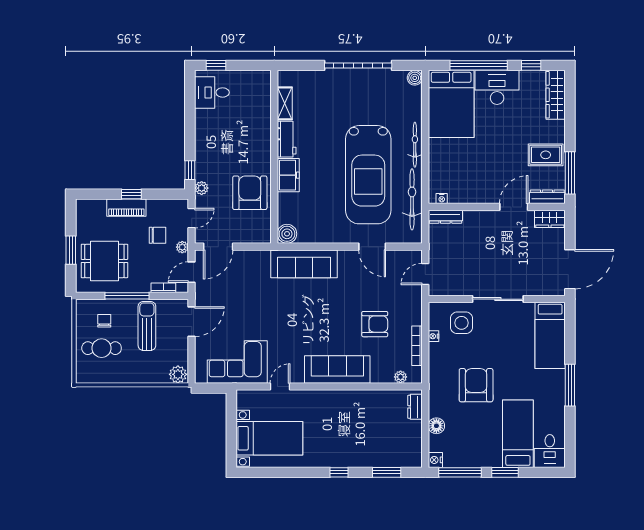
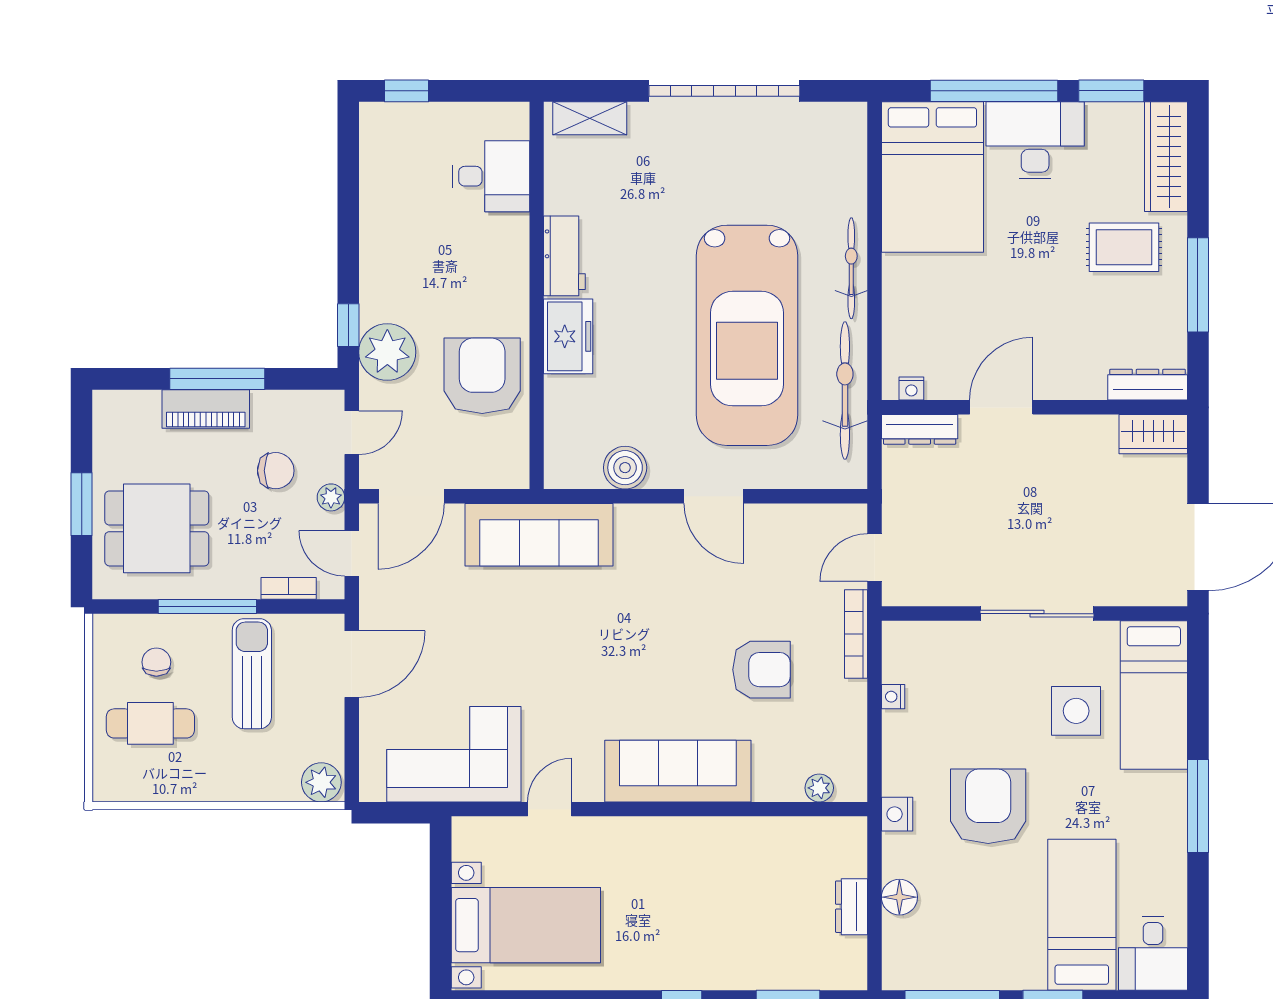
window: (531, 65) -> (1111, 91), width x1.50
boiler: (415, 78) -> (851, 119), removed
desk: (212, 92) -> (491, 176), moved, turned 180
shelving: (285, 103) -> (590, 118), moved, turned 90
rug: (546, 155) -> (1124, 247), moved
window: (570, 173) -> (1198, 285), moved
plant: (202, 188) -> (387, 352), width x1.87, depth x1.87
window: (131, 194) -> (217, 379), width x2.17
door: (514, 207) -> (1001, 407), moved
boiler: (287, 234) -> (625, 468), moved
door: (372, 247) -> (714, 496), moved
sofa: (304, 264) -> (539, 535), moved
door: (192, 272) -> (352, 553), hinge flipped
side table: (462, 323) -> (1076, 711), moved
bookcase: (417, 346) -> (856, 634), moved
dresser: (415, 407) -> (851, 907), moved
nightstand: (435, 460) -> (897, 814), moved

